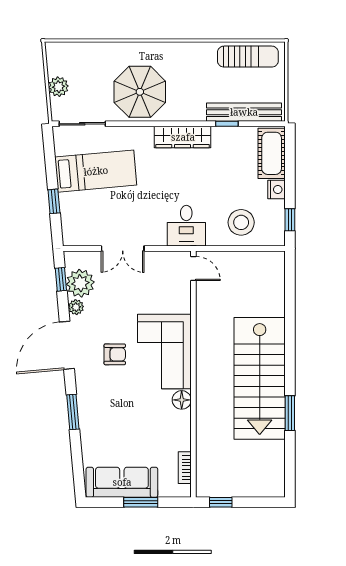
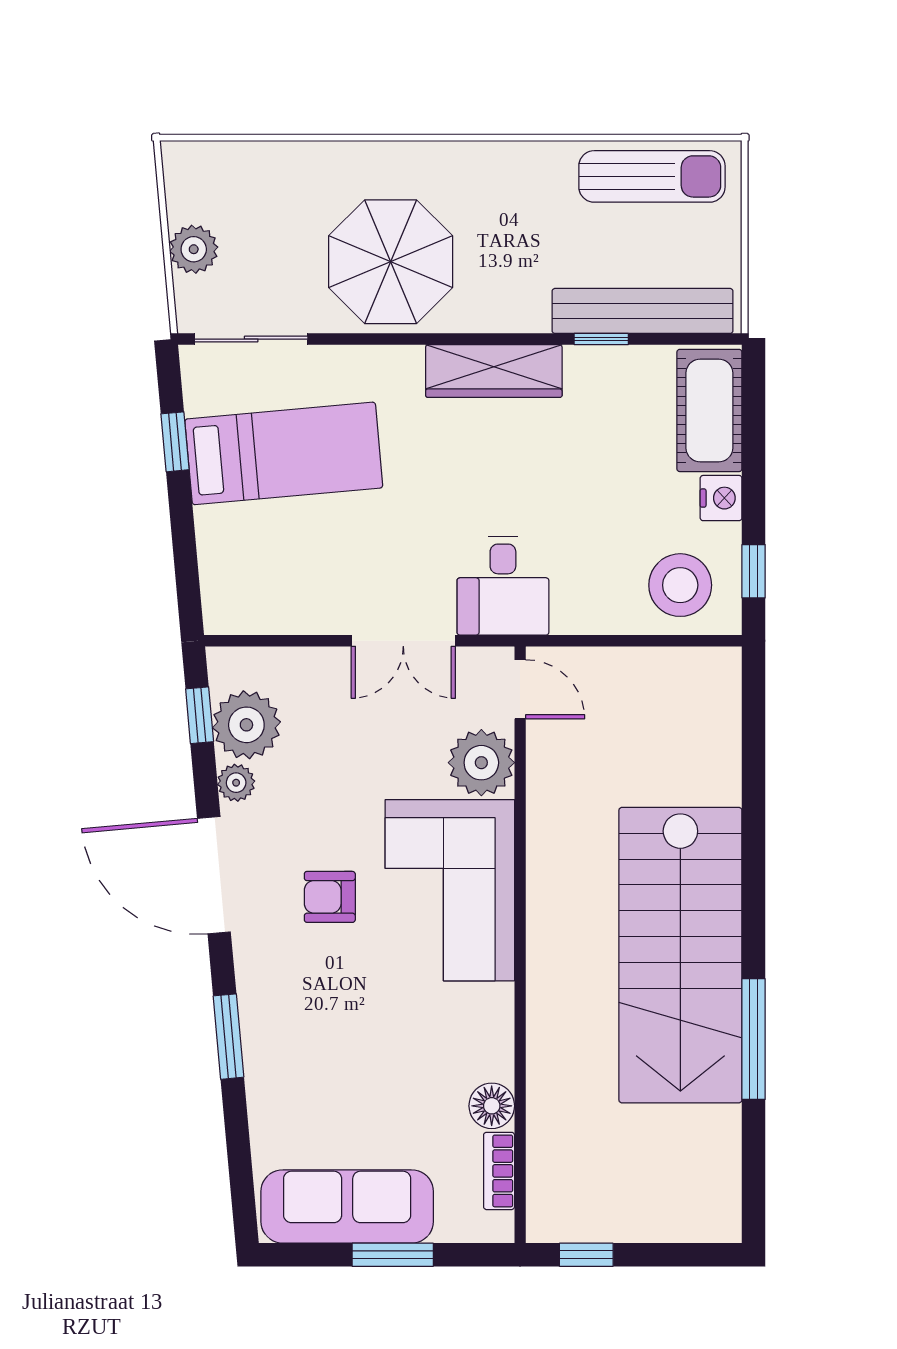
window: (54, 201) -> (175, 442), moved
stool: (241, 222) -> (680, 585), moved
double door: (123, 248) -> (403, 641), moved
plant: (177, 299) -> (481, 763), added
door: (67, 345) -> (214, 875), hinge flipped
armchair: (115, 354) -> (330, 897), turned 180
floor lamp: (182, 400) -> (492, 1106), moved
window: (290, 413) -> (754, 1039), width x1.44

